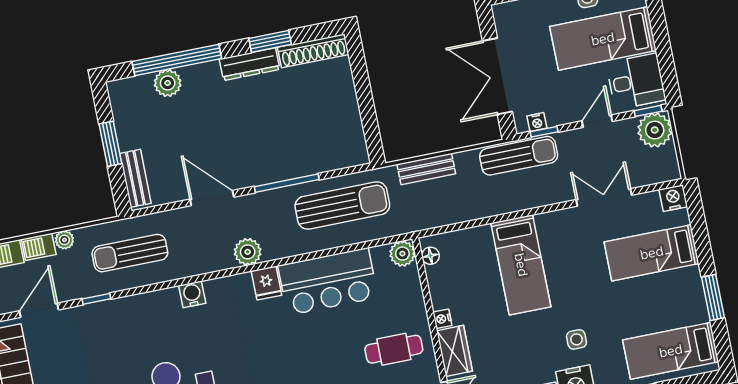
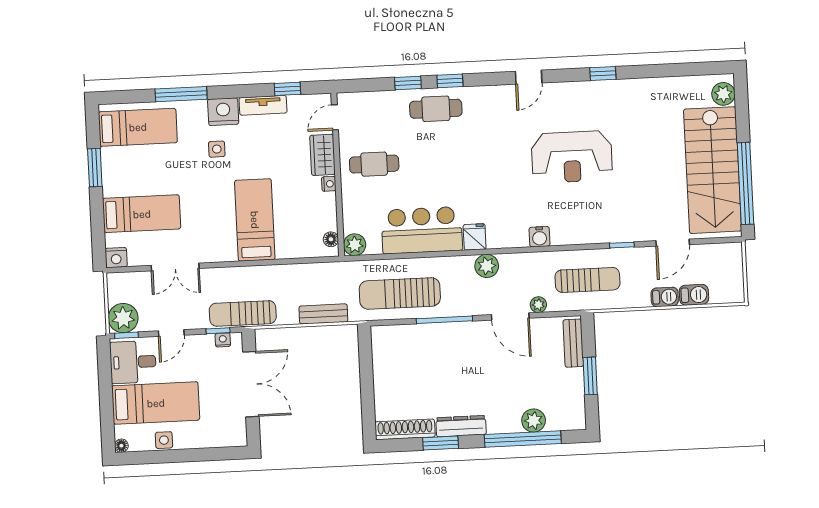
plant: (64, 240) -> (538, 305), moved

